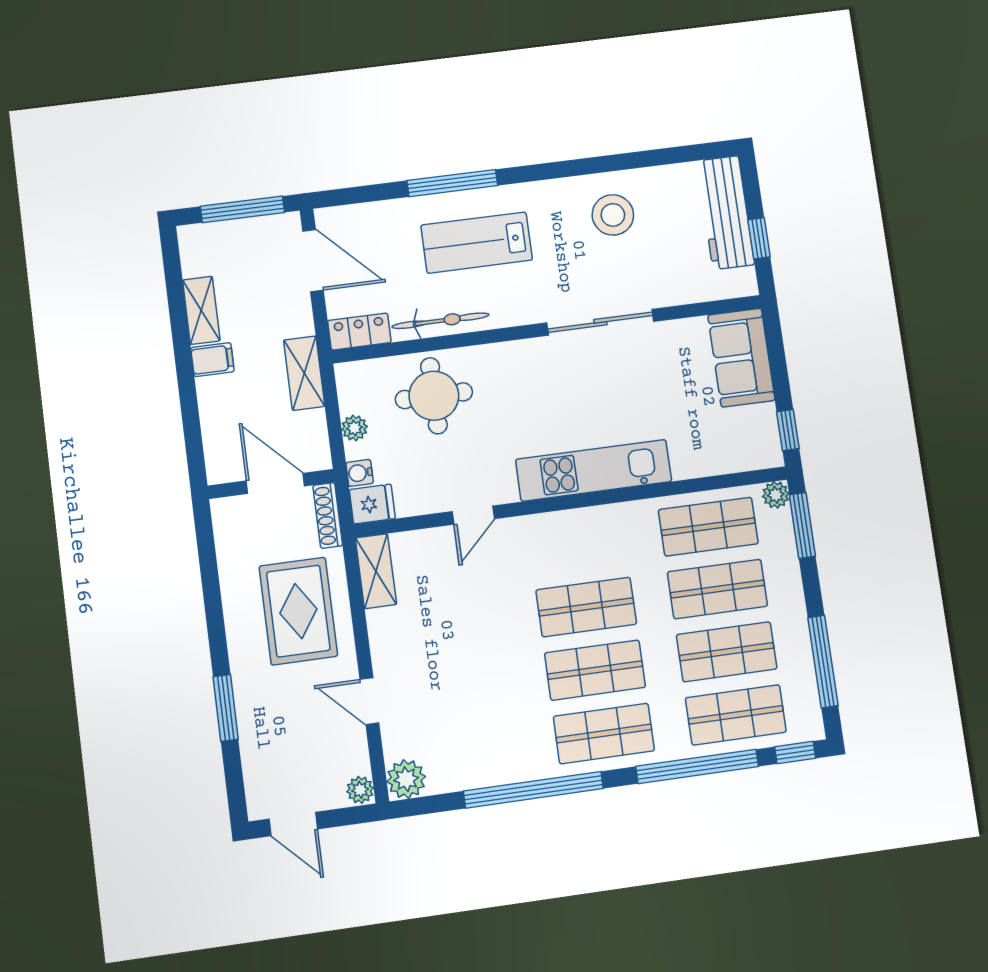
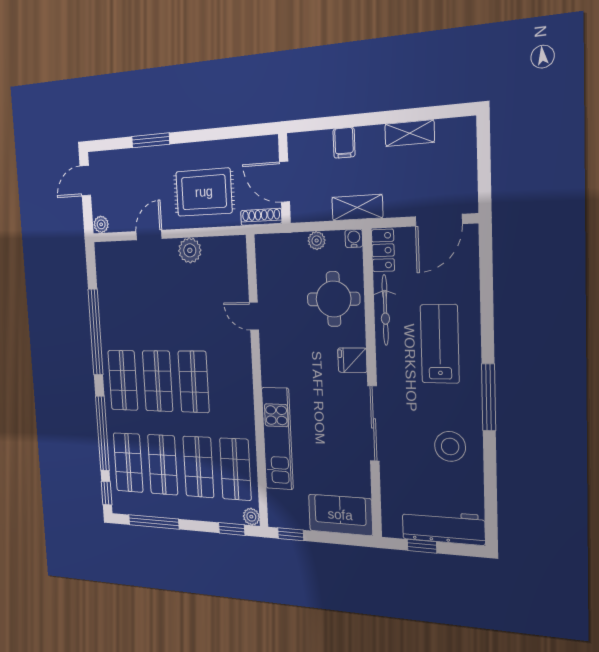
window: (452, 183) -> (489, 397), moved
window: (242, 209) -> (484, 168), removed
filing cabinet: (212, 360) -> (344, 143), moved
kitchen unit: (594, 470) -> (277, 439), moved
water cooler: (360, 473) -> (354, 238), moved
door: (275, 483) -> (285, 182), swing flipped
fridge: (372, 504) -> (352, 360), moved, turned 90
window: (802, 525) -> (232, 529), width x0.67
shelving: (376, 571) -> (224, 247), removed
plant: (406, 779) -> (190, 250), moved

